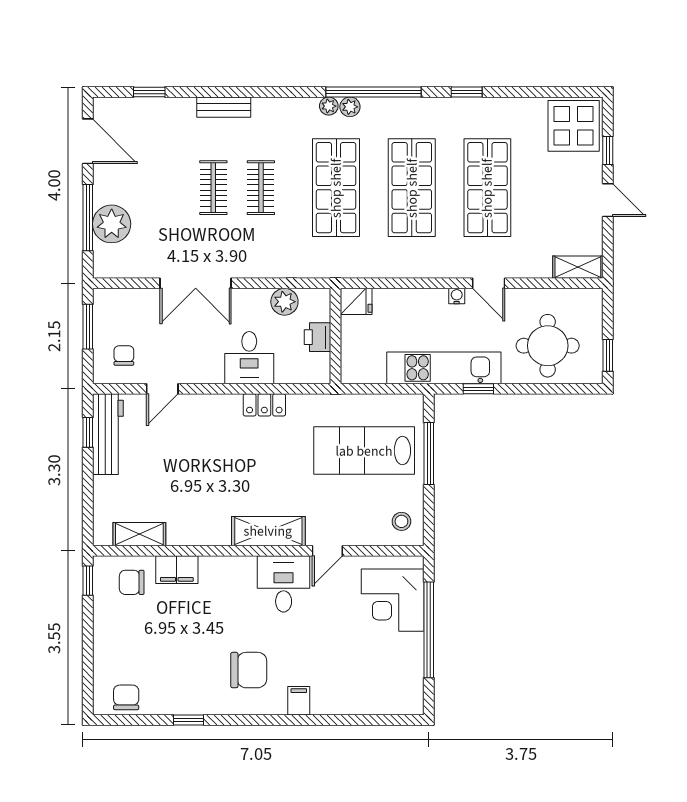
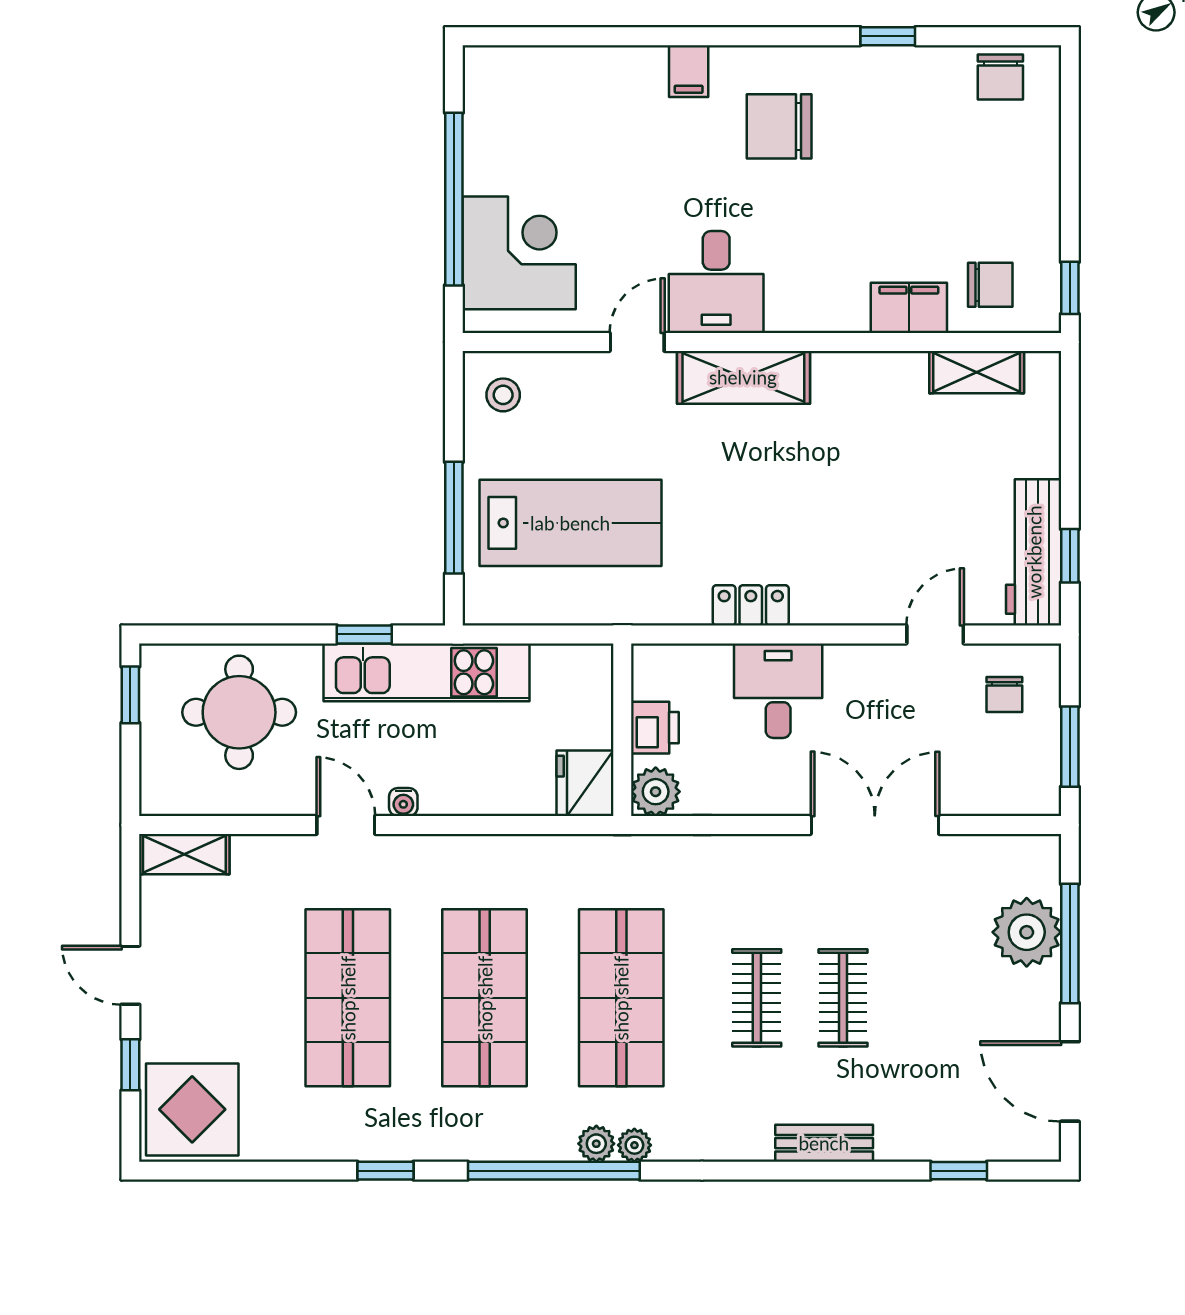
fridge: (356, 301) -> (585, 783), width x1.38
plant: (284, 302) -> (656, 792), moved

